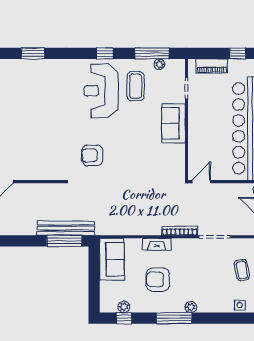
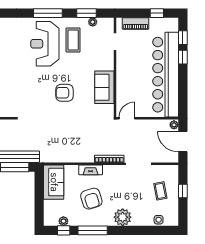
window: (105, 53) -> (48, 13), width x2.17
window: (152, 53) -> (87, 13), width x0.69
sofa: (174, 123) -> (104, 87), moved
armchair: (92, 155) -> (64, 93), moved
armchair: (158, 279) -> (91, 199), turned -107
plant: (191, 307) -> (123, 217), width x1.87, depth x1.87
window: (174, 318) -> (93, 230), moved

